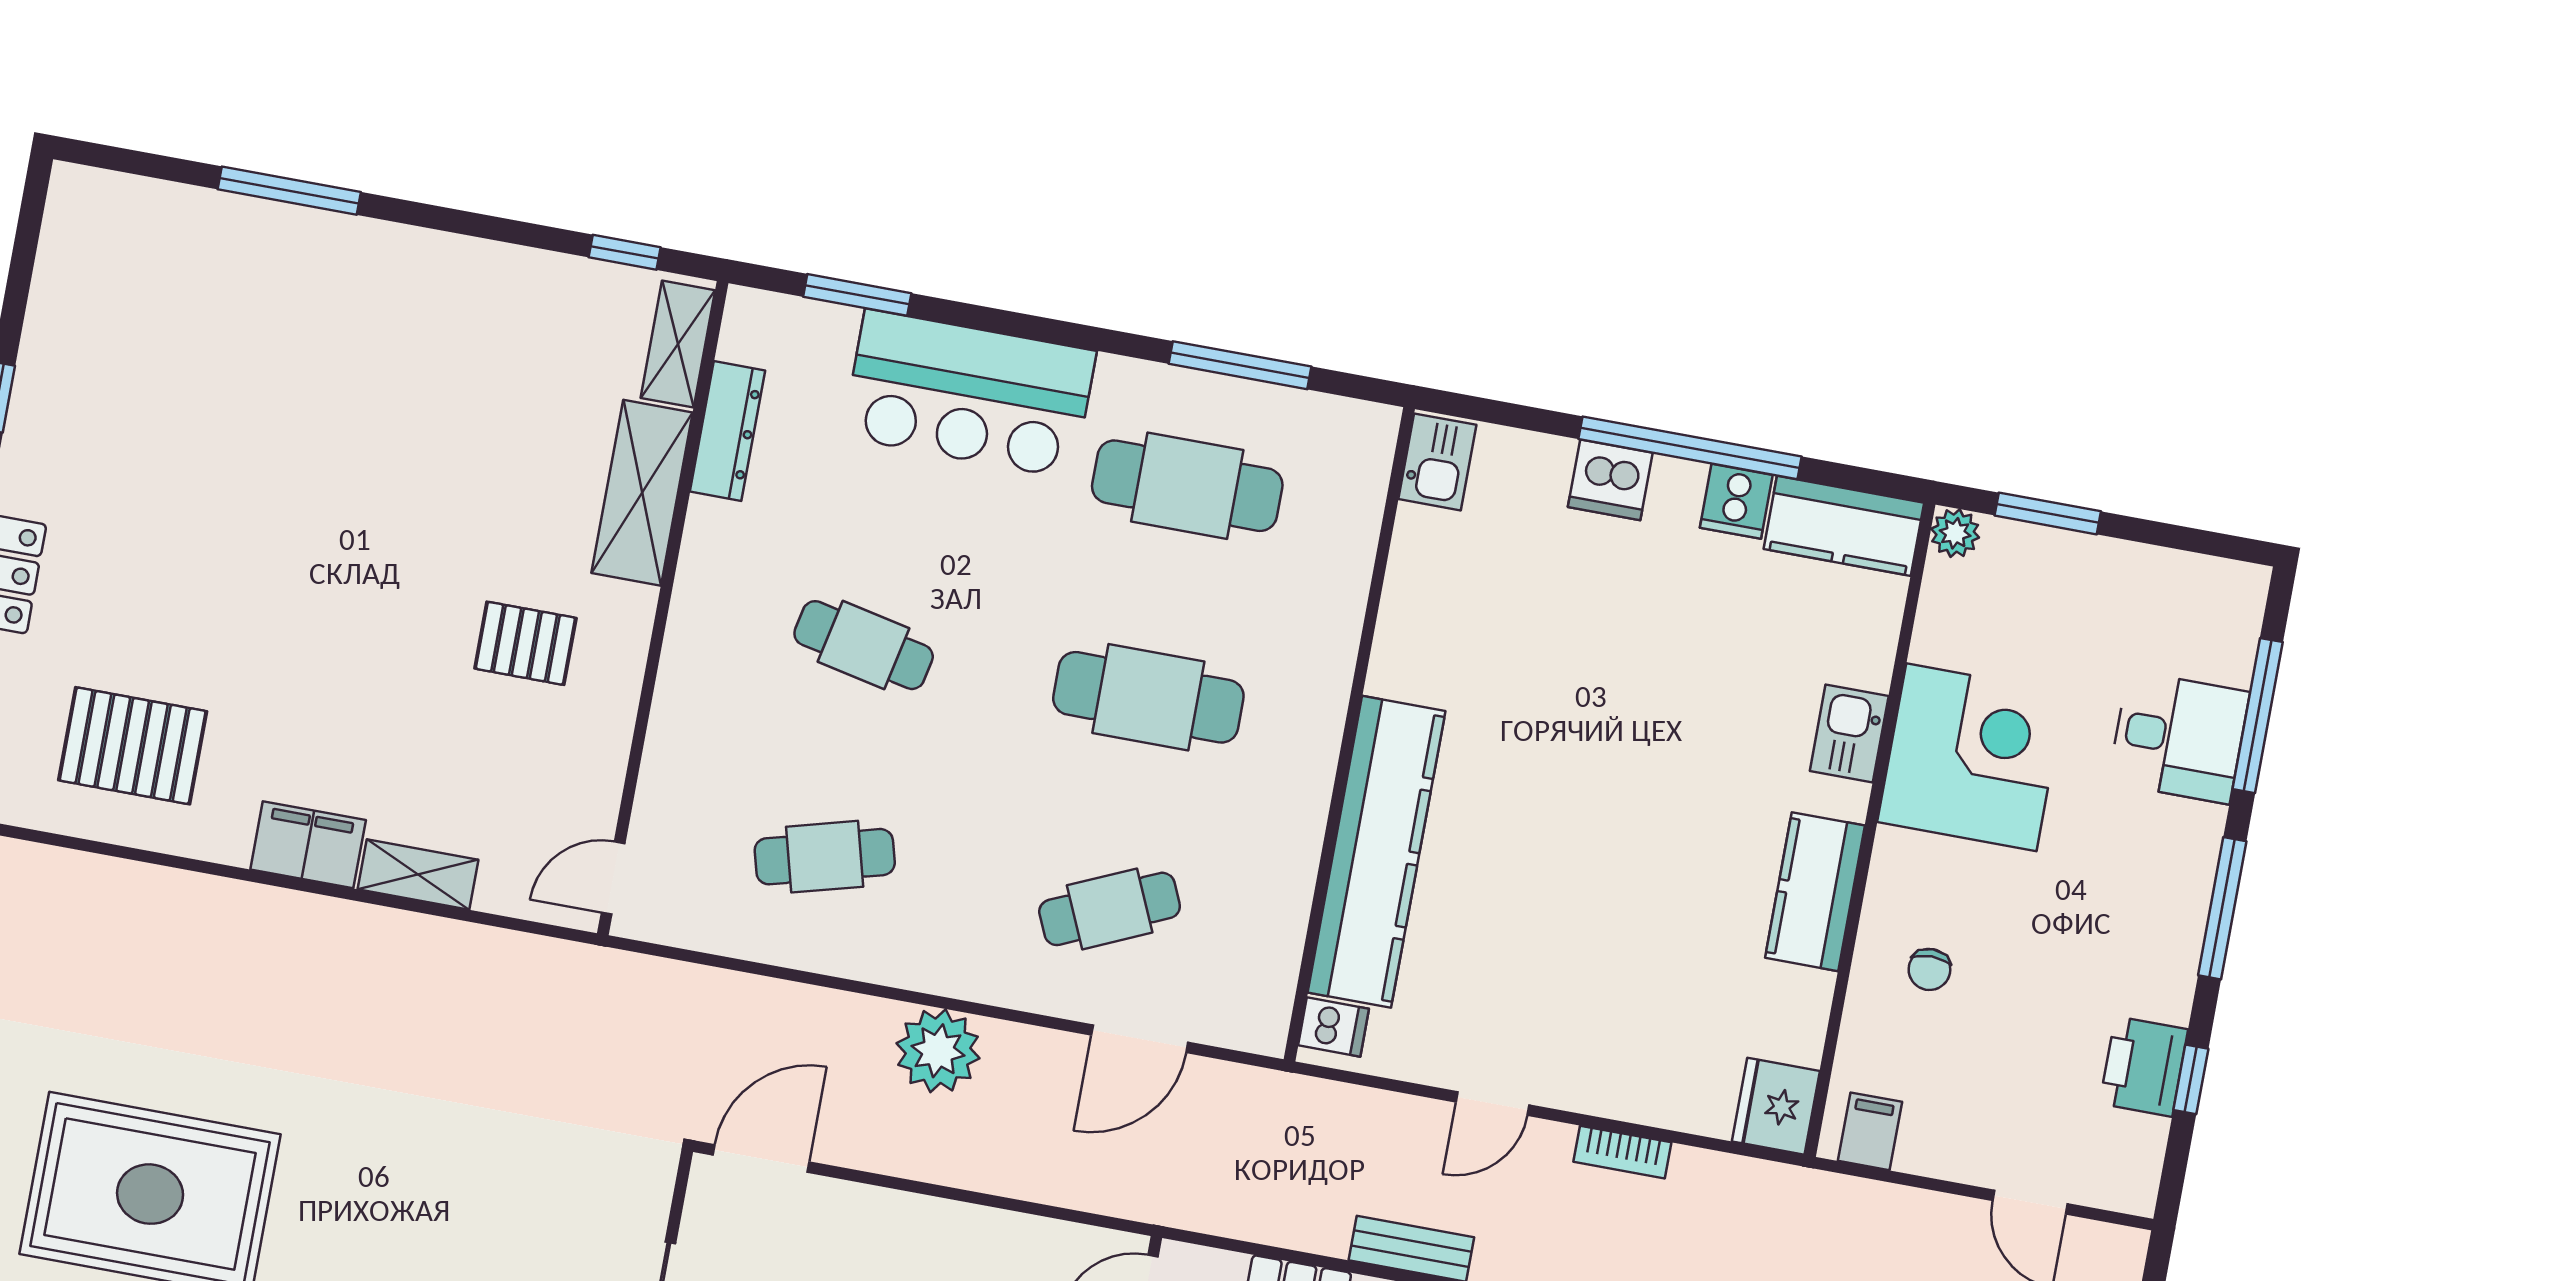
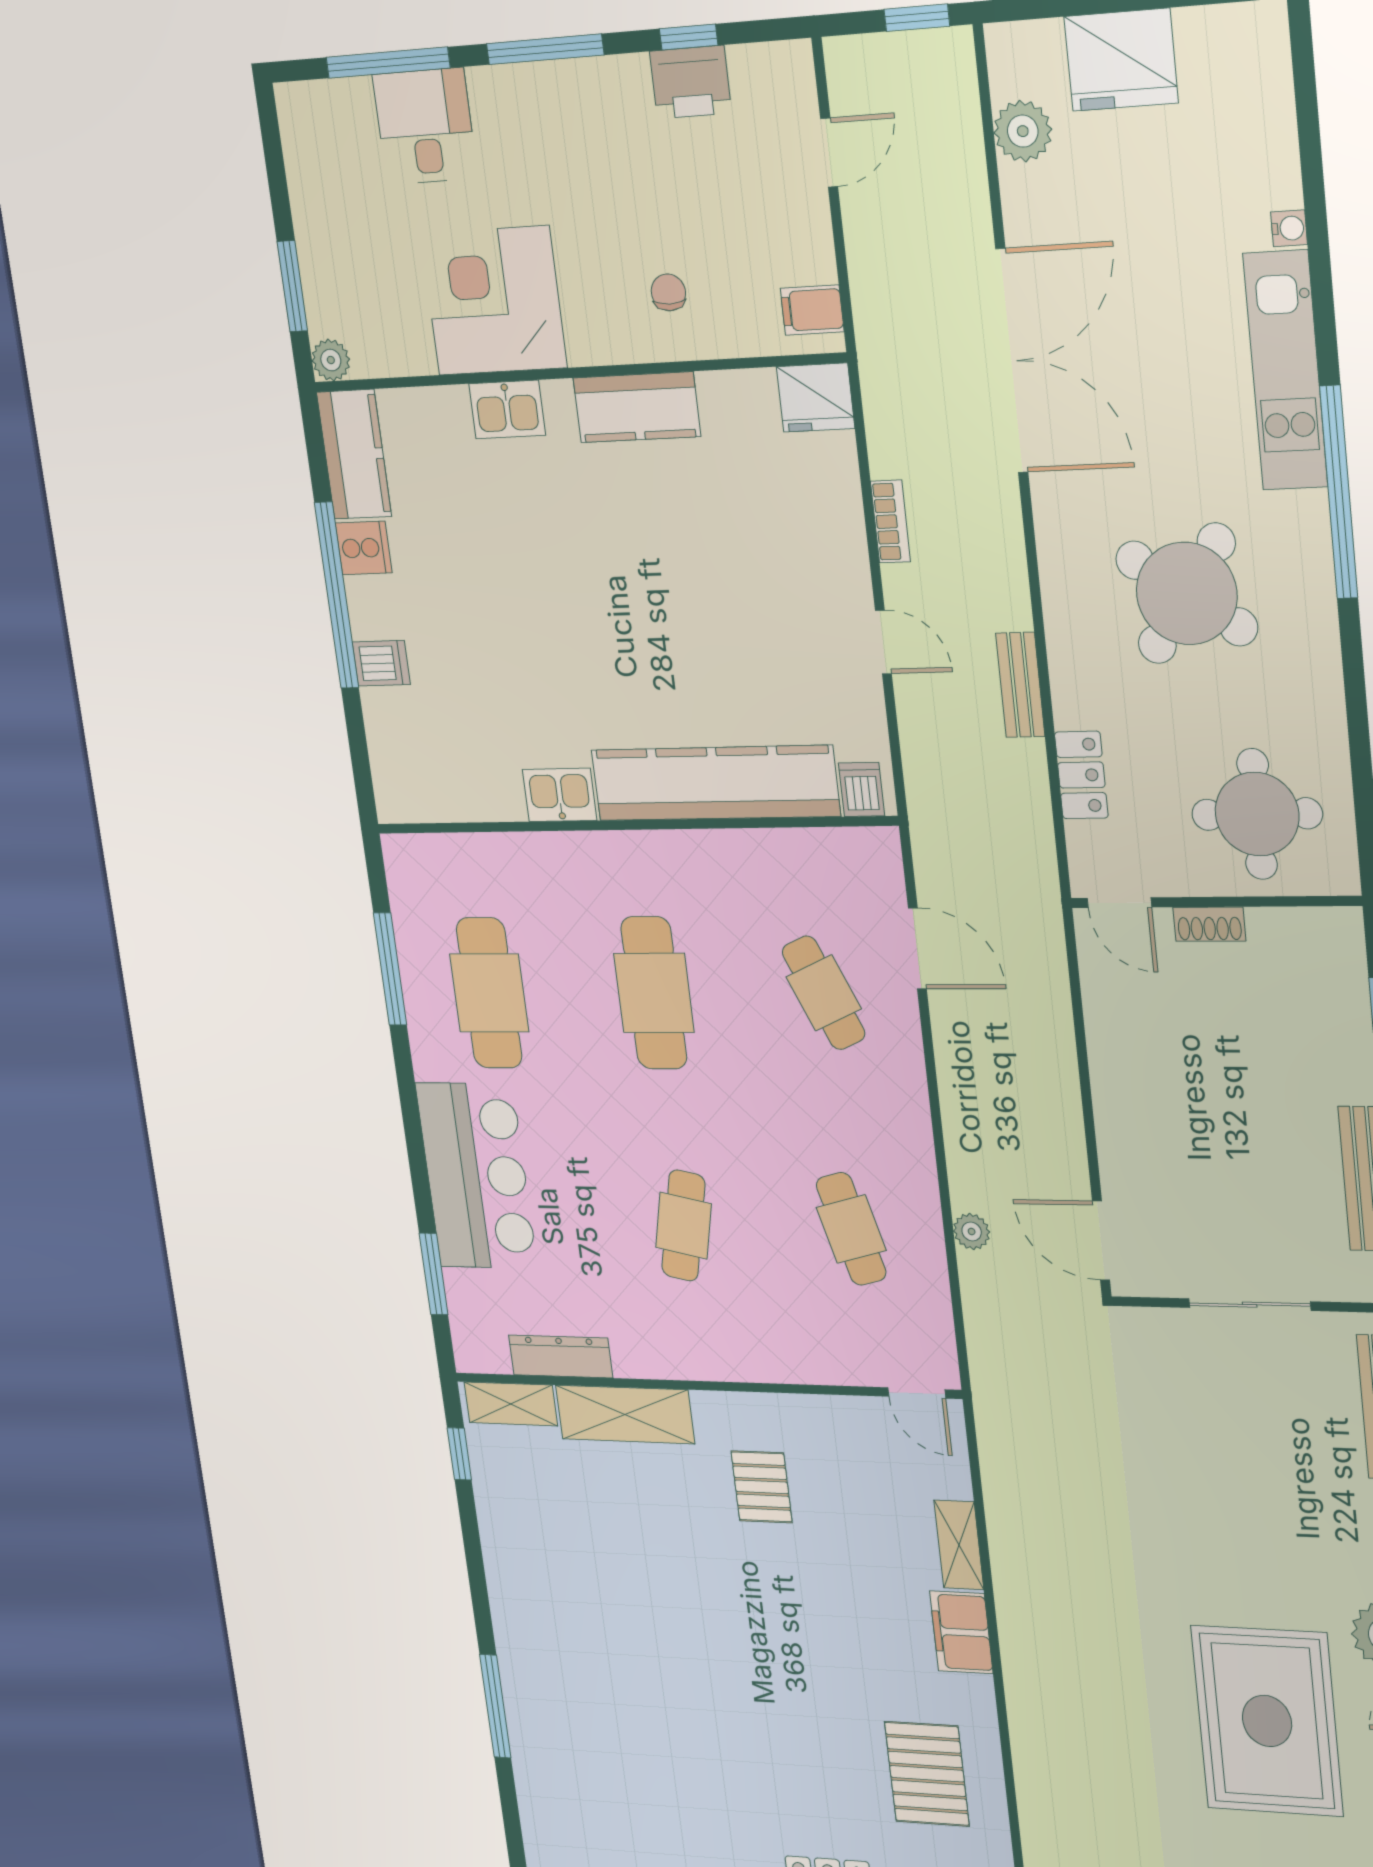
kitchen sink: (1437, 462) -> (560, 795), moved
dishwasher: (1610, 480) -> (381, 663), width x0.73
chair: (1929, 969) -> (668, 292), turned -90
plant: (938, 1051) -> (972, 1231), moved, width x0.53, depth x0.53

